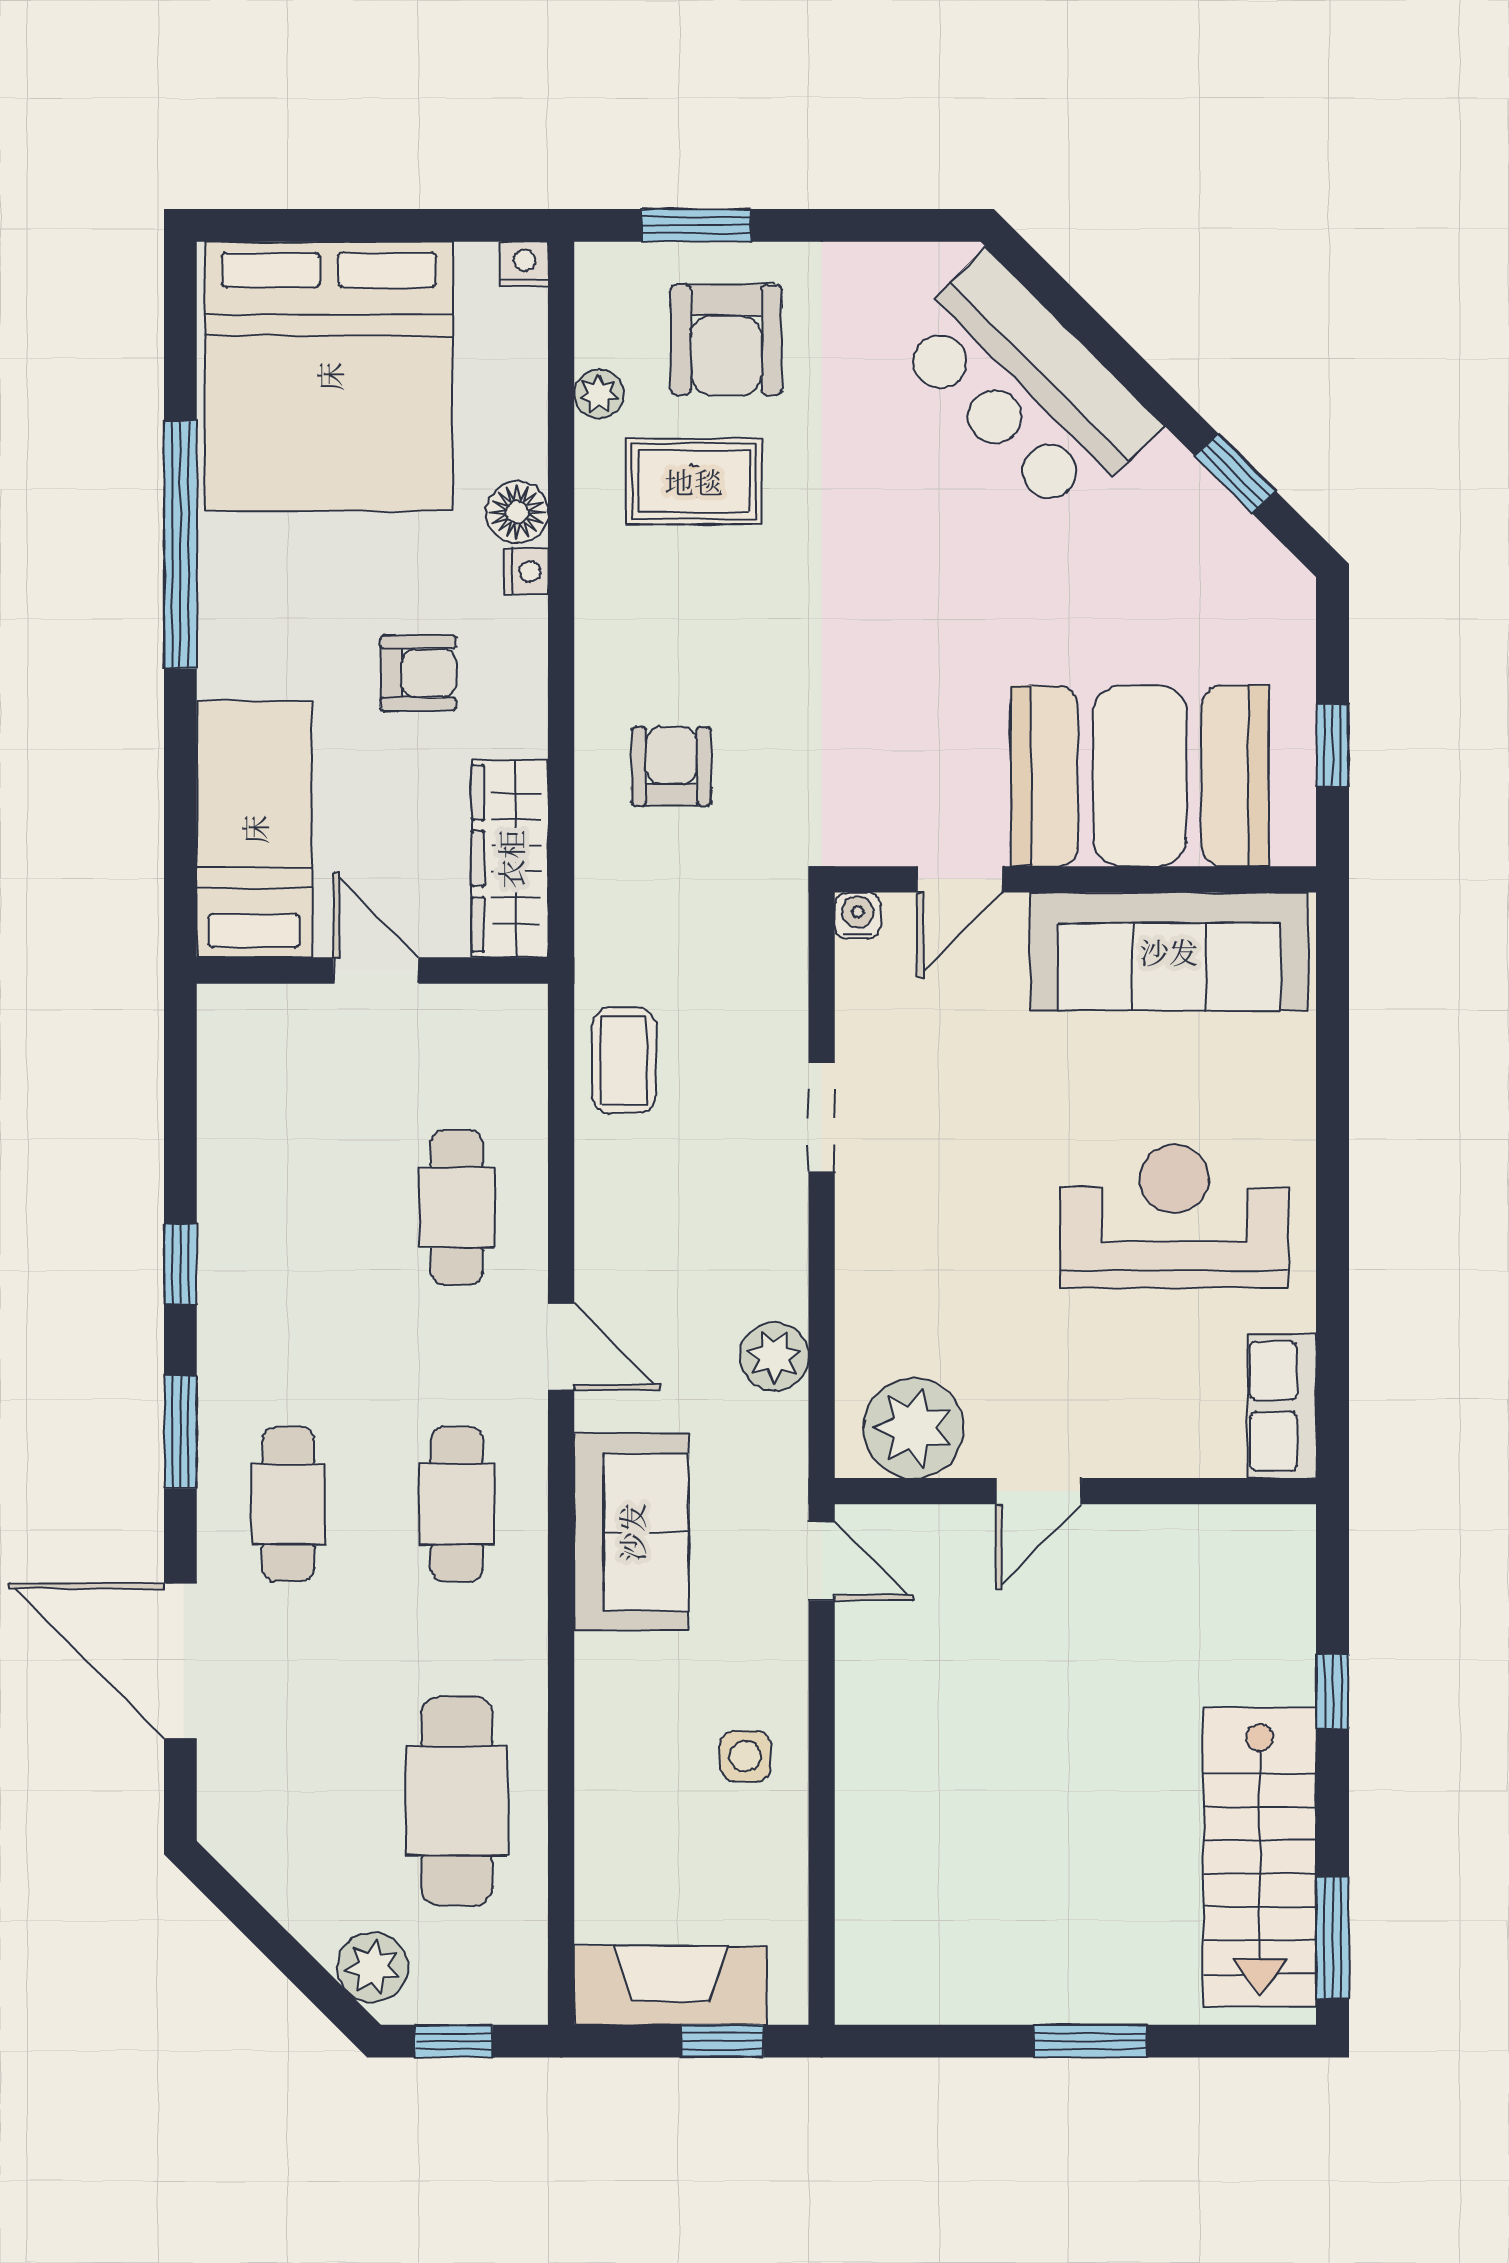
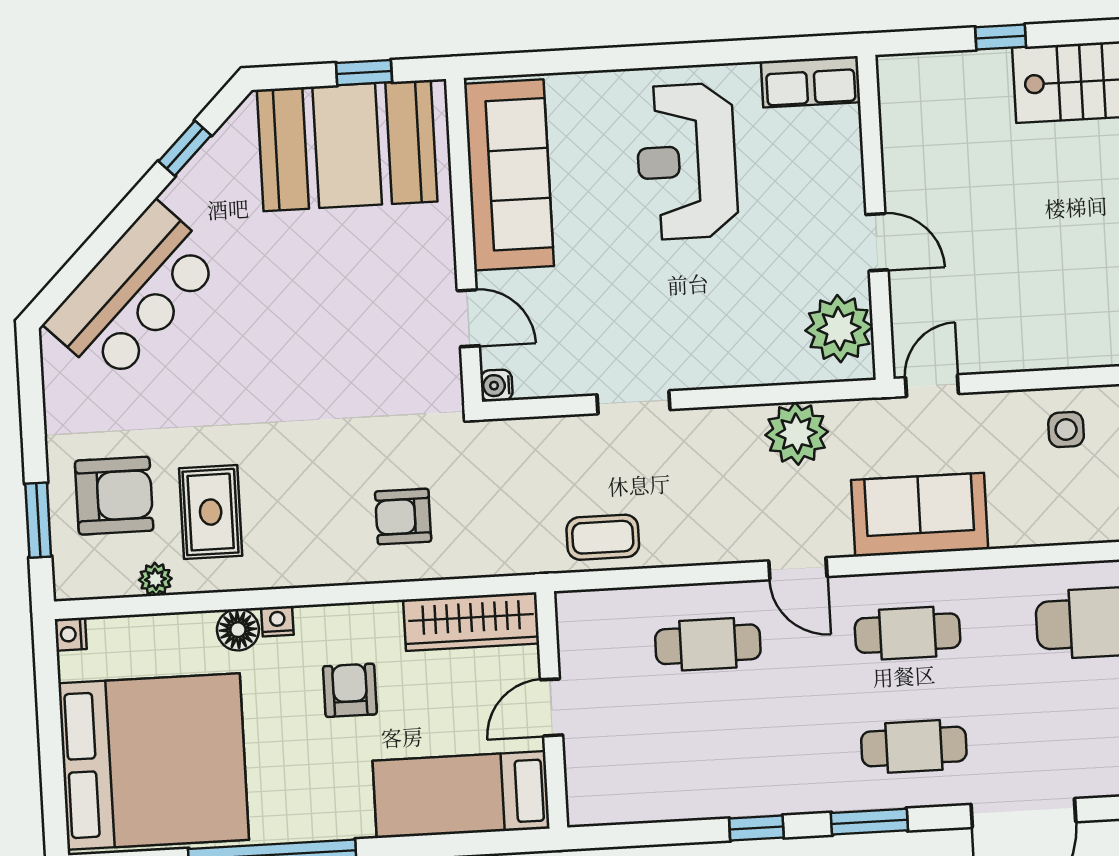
booth: (1140, 776) -> (347, 146), moved, turned 90
door: (561, 1347) -> (798, 569), swing flipped
plant: (774, 1356) -> (797, 433), width x1.36, depth x1.36

